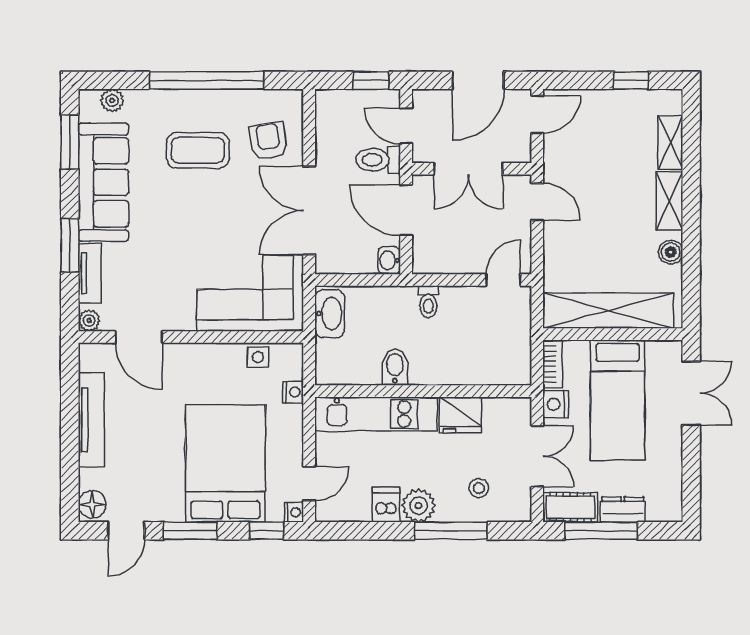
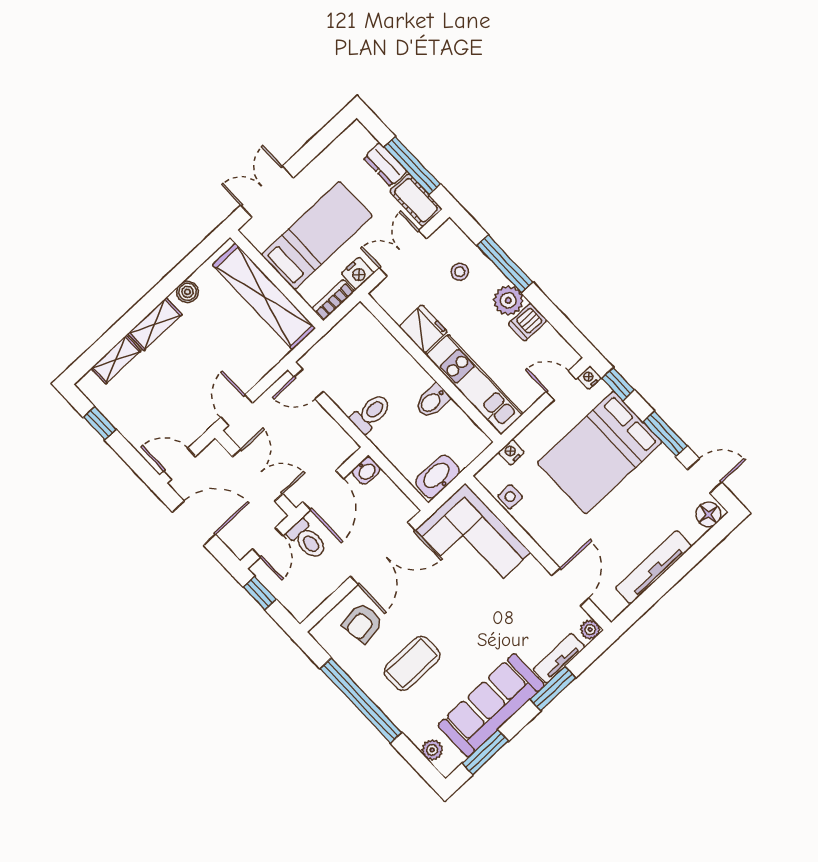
coffee table: (198, 150) -> (412, 663), turned 90
toilet: (428, 302) -> (371, 413), width x1.37, depth x1.39

